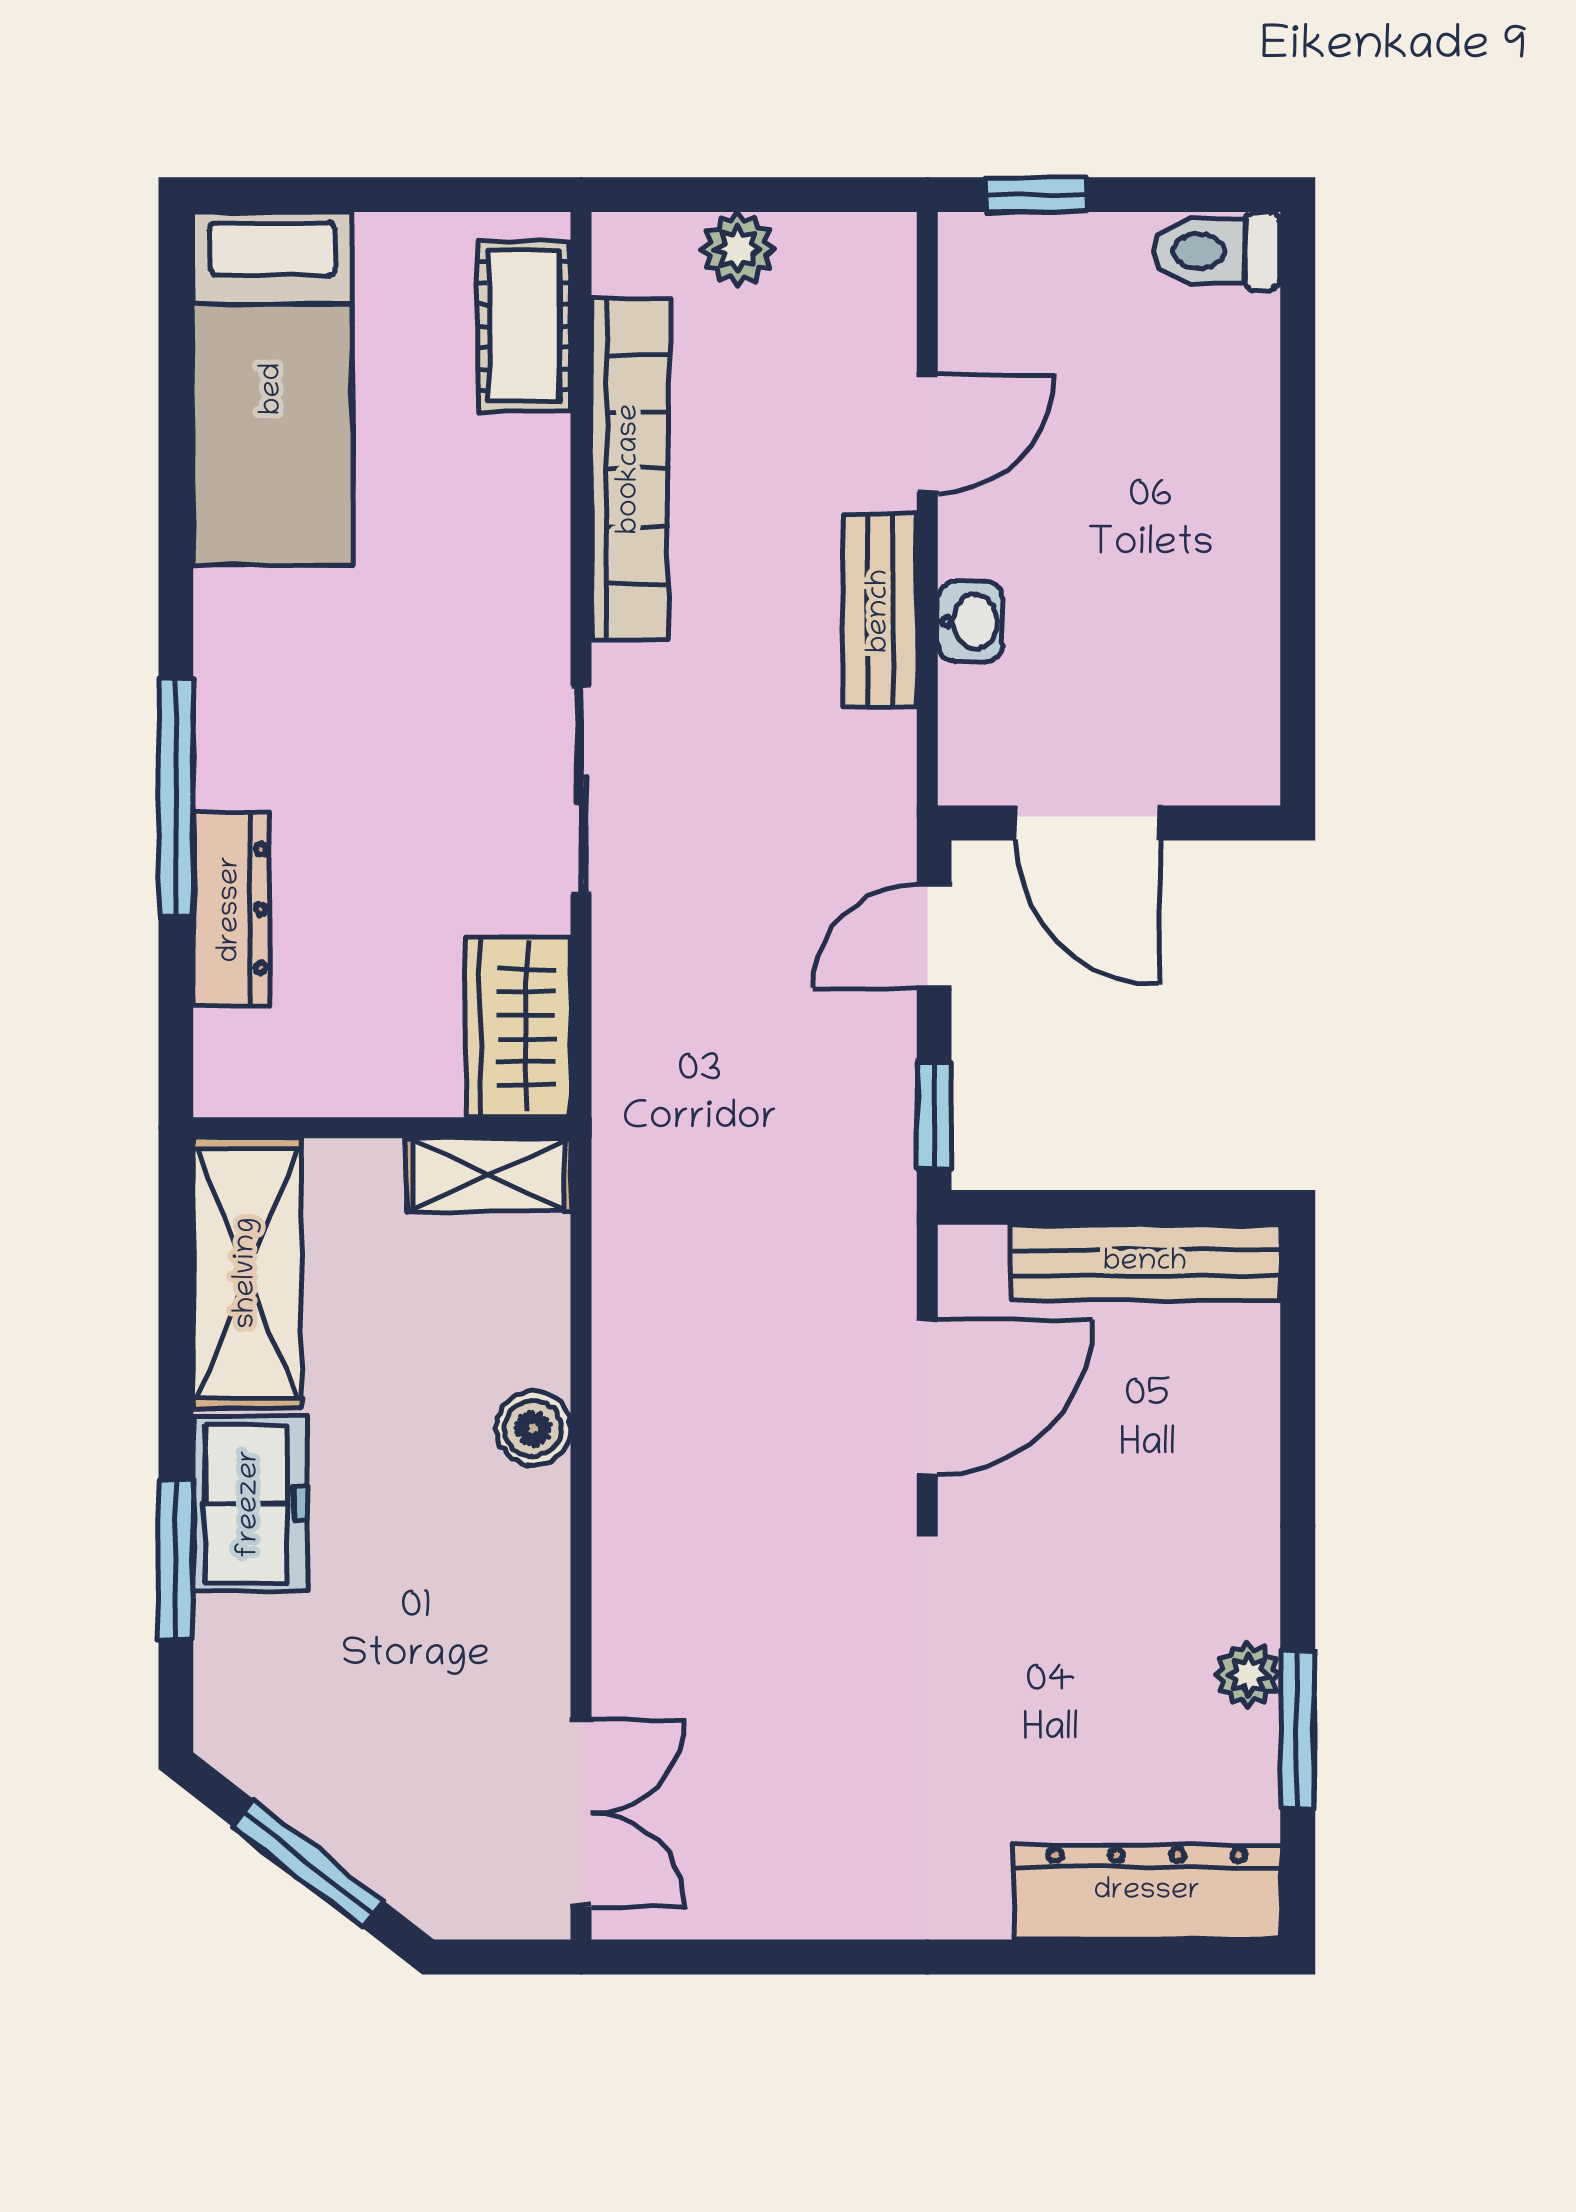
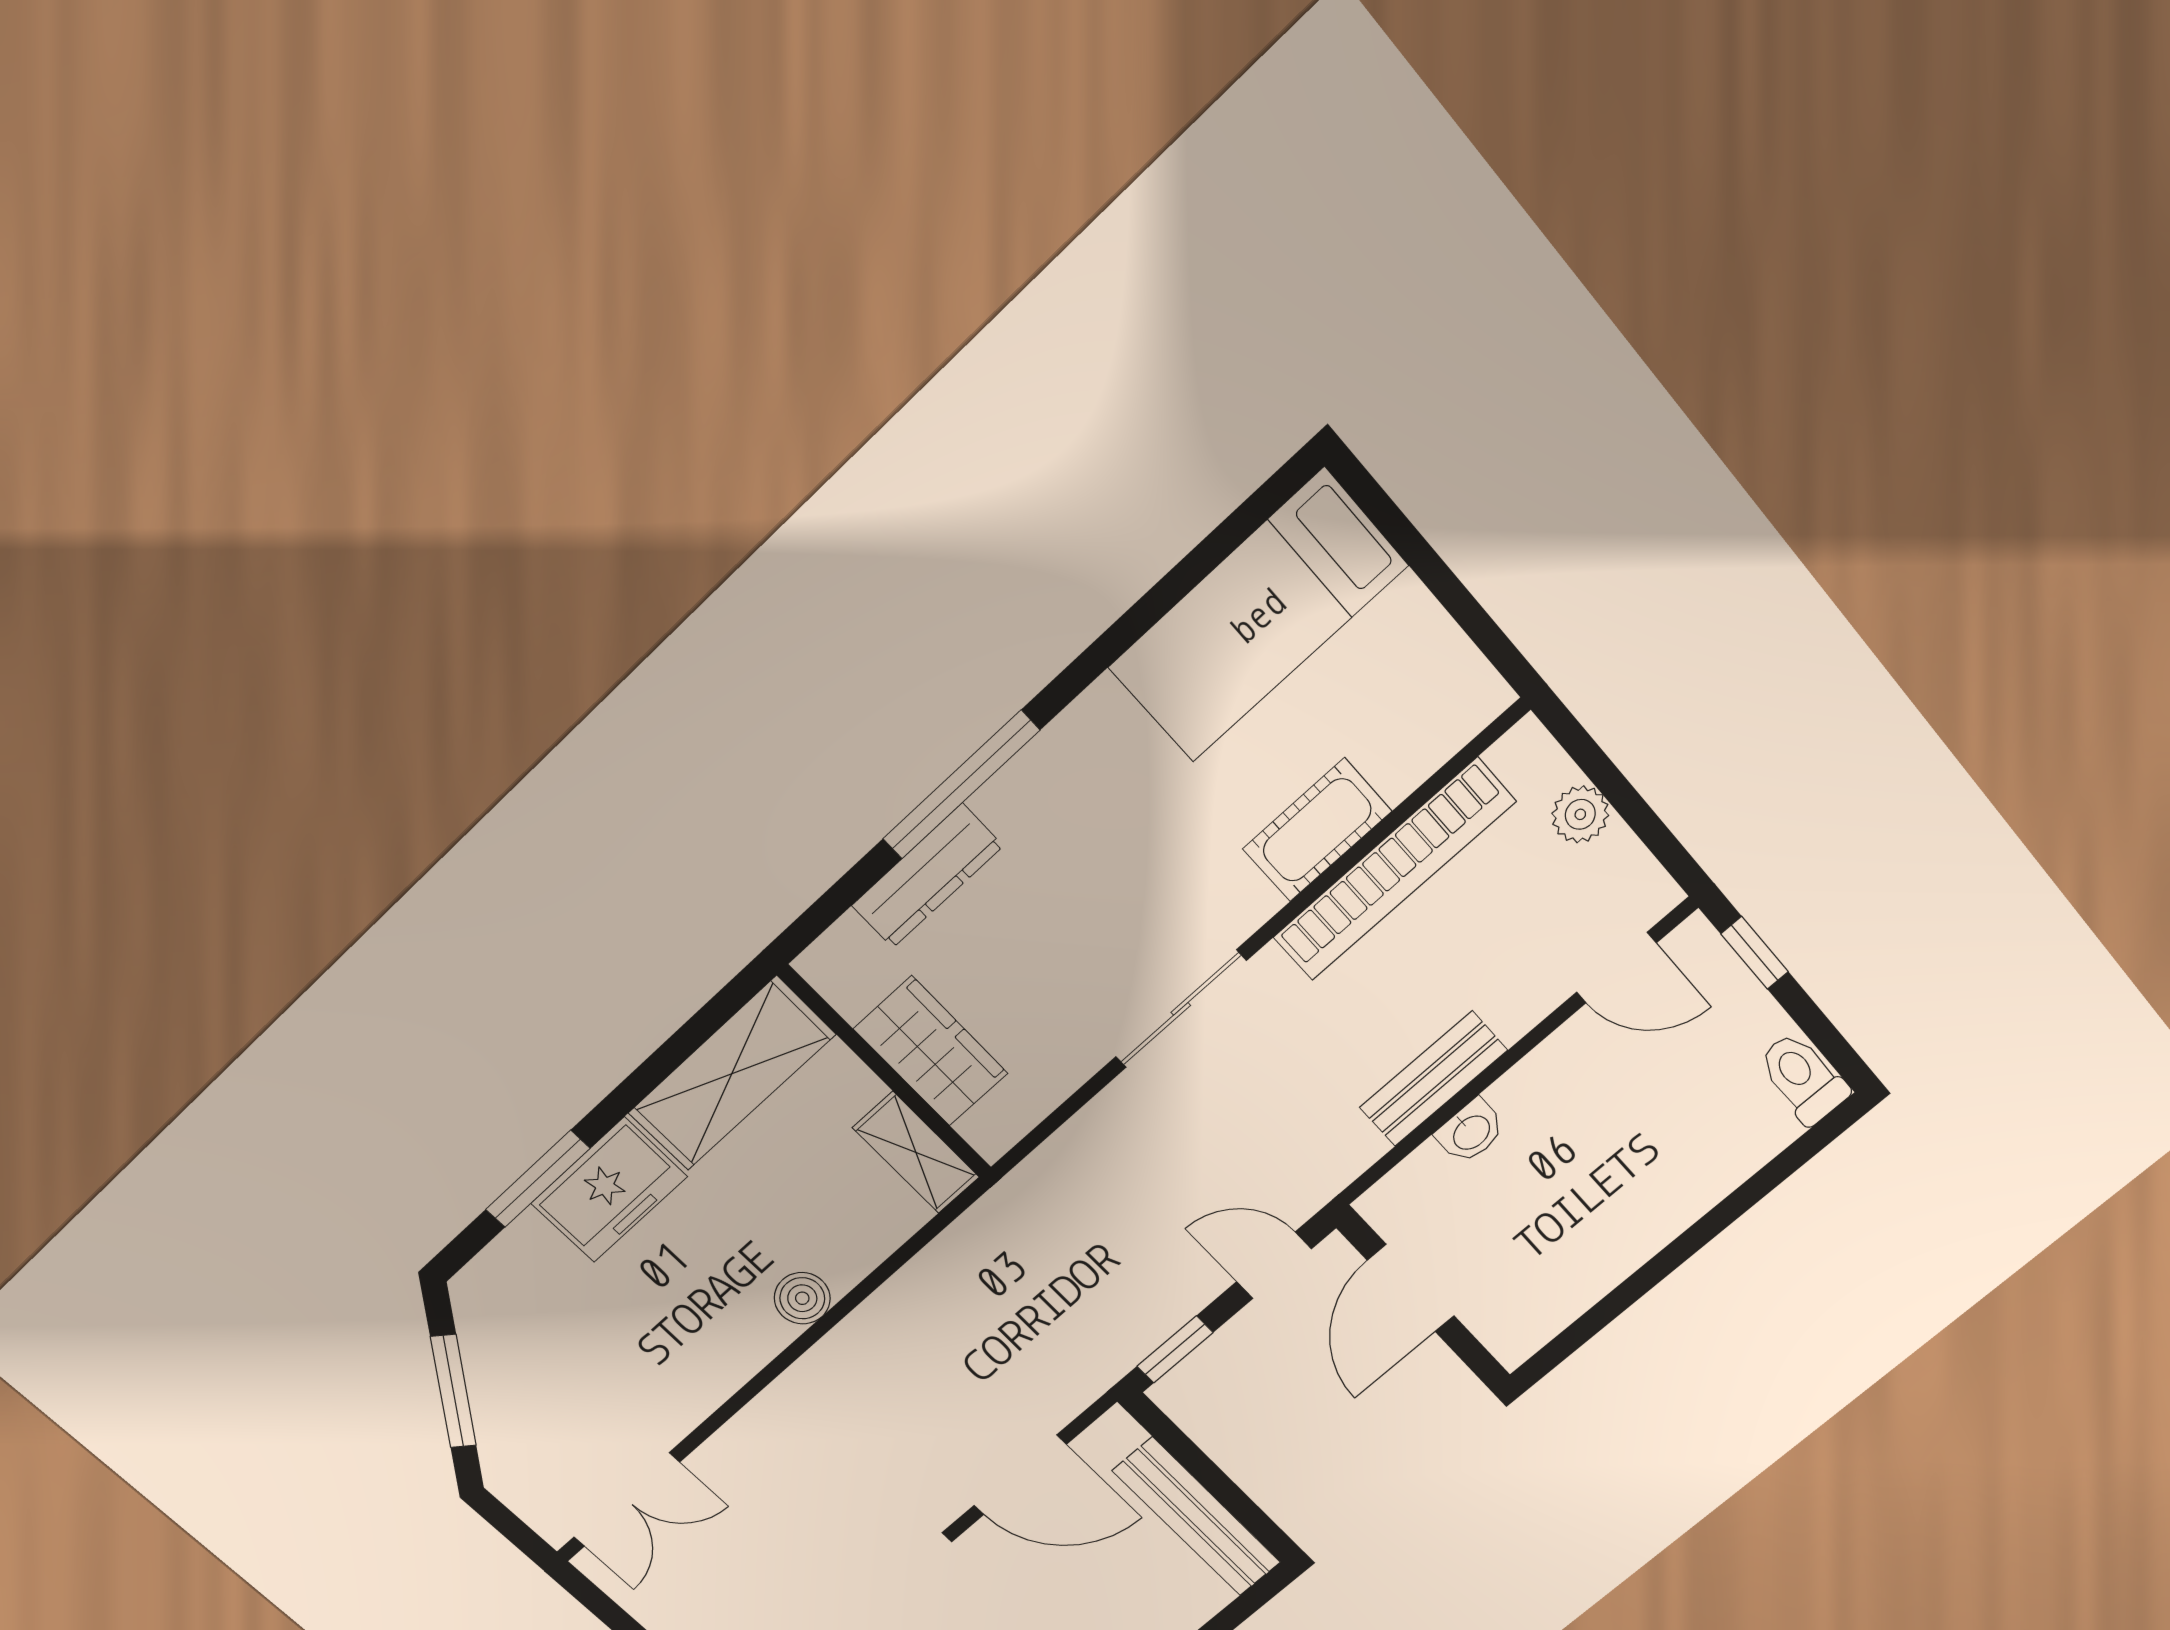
cot: (524, 326) -> (1317, 830), moved
door: (927, 434) -> (1616, 968), moved
wardrobe: (518, 1027) -> (931, 1051), moved, turned 90

